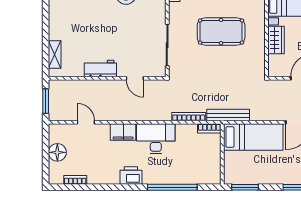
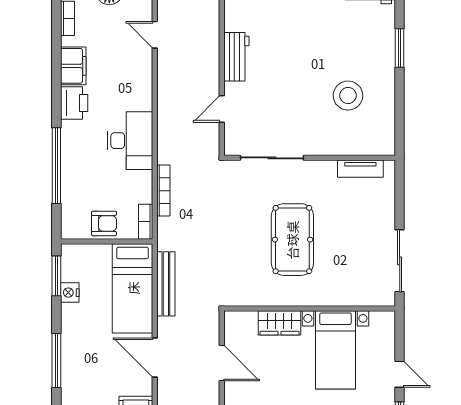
bench: (228, 115) -> (166, 284), moved
door: (86, 122) -> (155, 35), swing flipped
filing cabinet: (123, 132) -> (73, 66), moved, turned 180
armchair: (210, 156) -> (104, 223), added
nightstand: (256, 178) -> (70, 293), added

